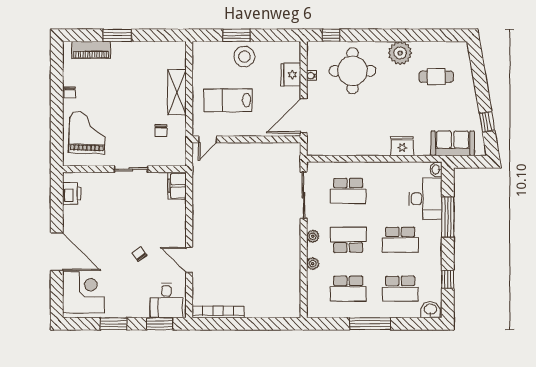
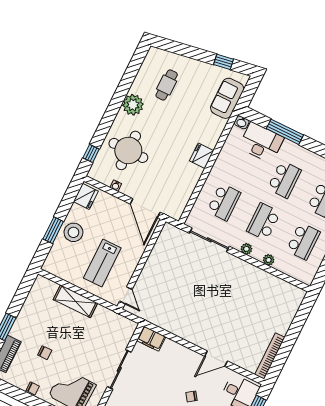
fridge: (291, 75) -> (86, 196), moved, turned -90
chair: (161, 130) -> (45, 353), moved
fridge: (402, 146) -> (202, 156), moved
sliding door: (131, 169) -> (119, 369), width x1.37

